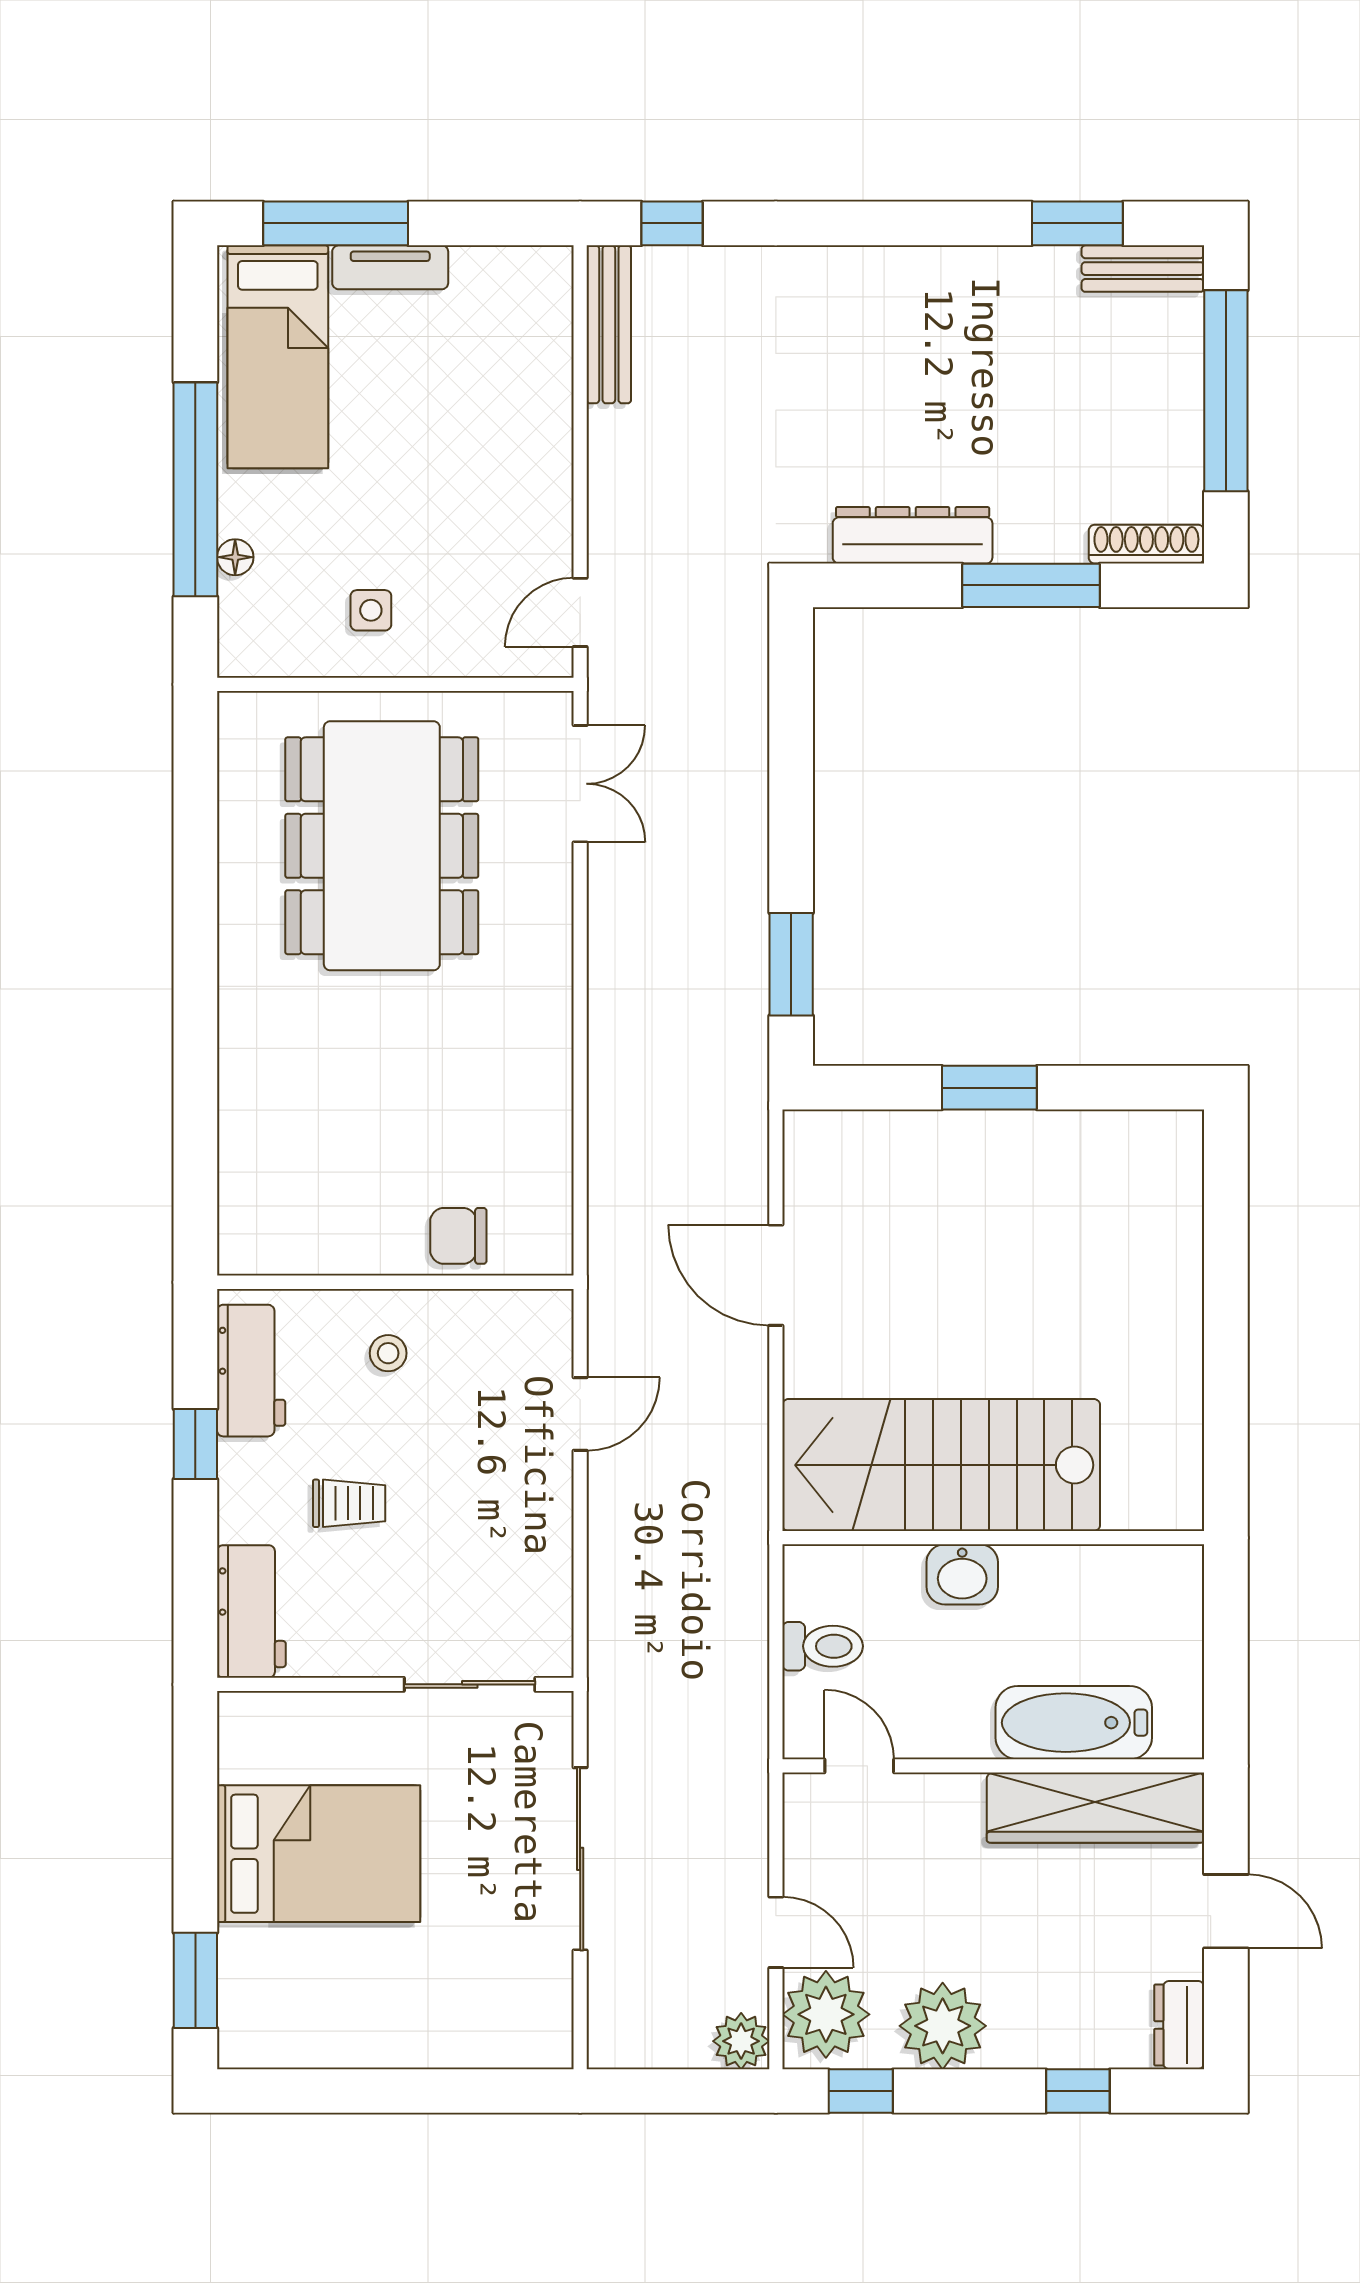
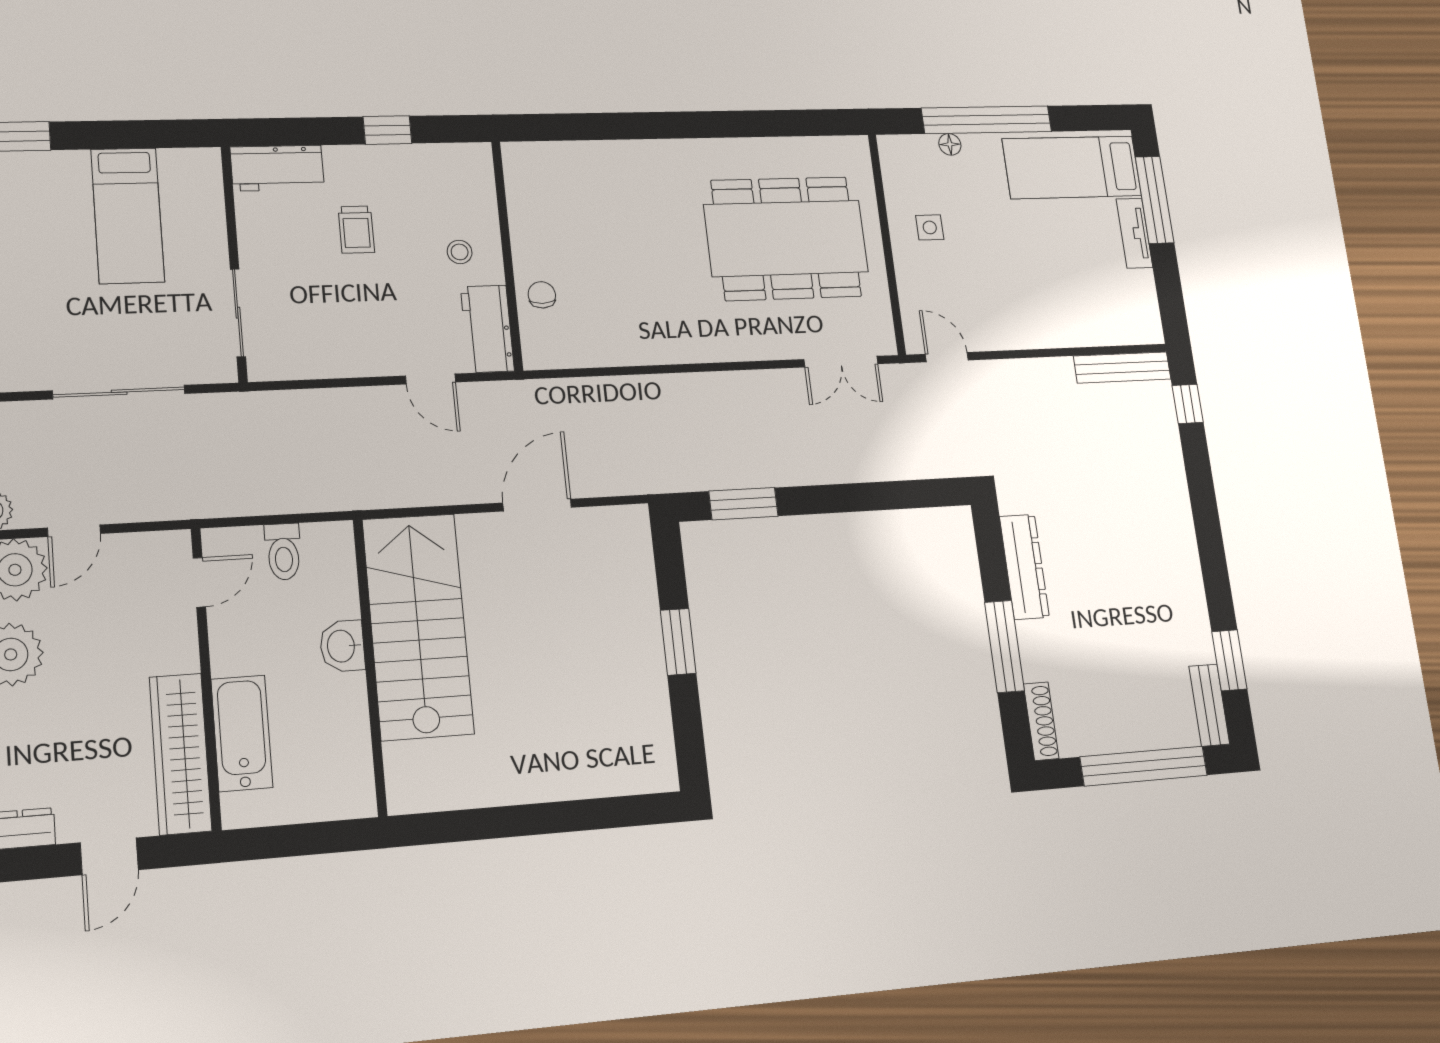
chair: (458, 1236) -> (542, 295), width x0.73, depth x0.73
workbench: (251, 1371) -> (487, 329), moved, turned 90
bed: (319, 1854) -> (128, 216), width x0.67

